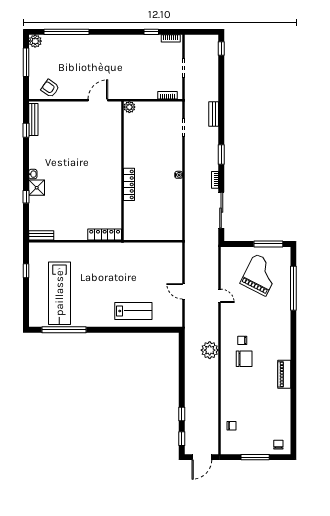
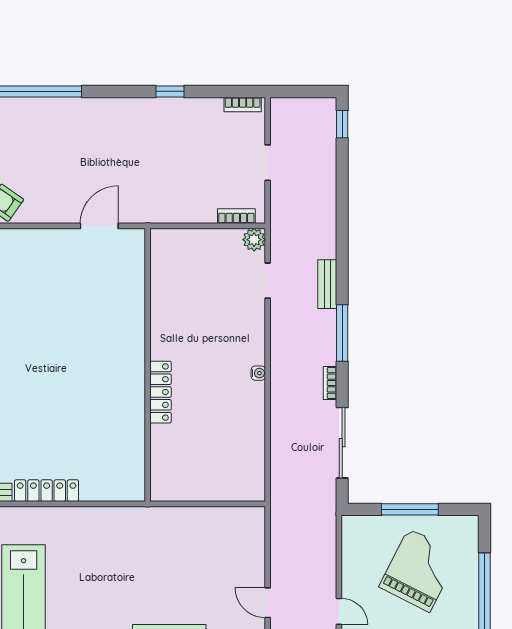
window: (151, 32) -> (170, 91), moved
plant: (129, 107) -> (254, 240), moved
bench: (214, 114) -> (327, 284), moved
window: (221, 154) -> (342, 333), width x1.44
locker: (105, 234) -> (47, 491), moved
window: (268, 244) -> (410, 509), moved

